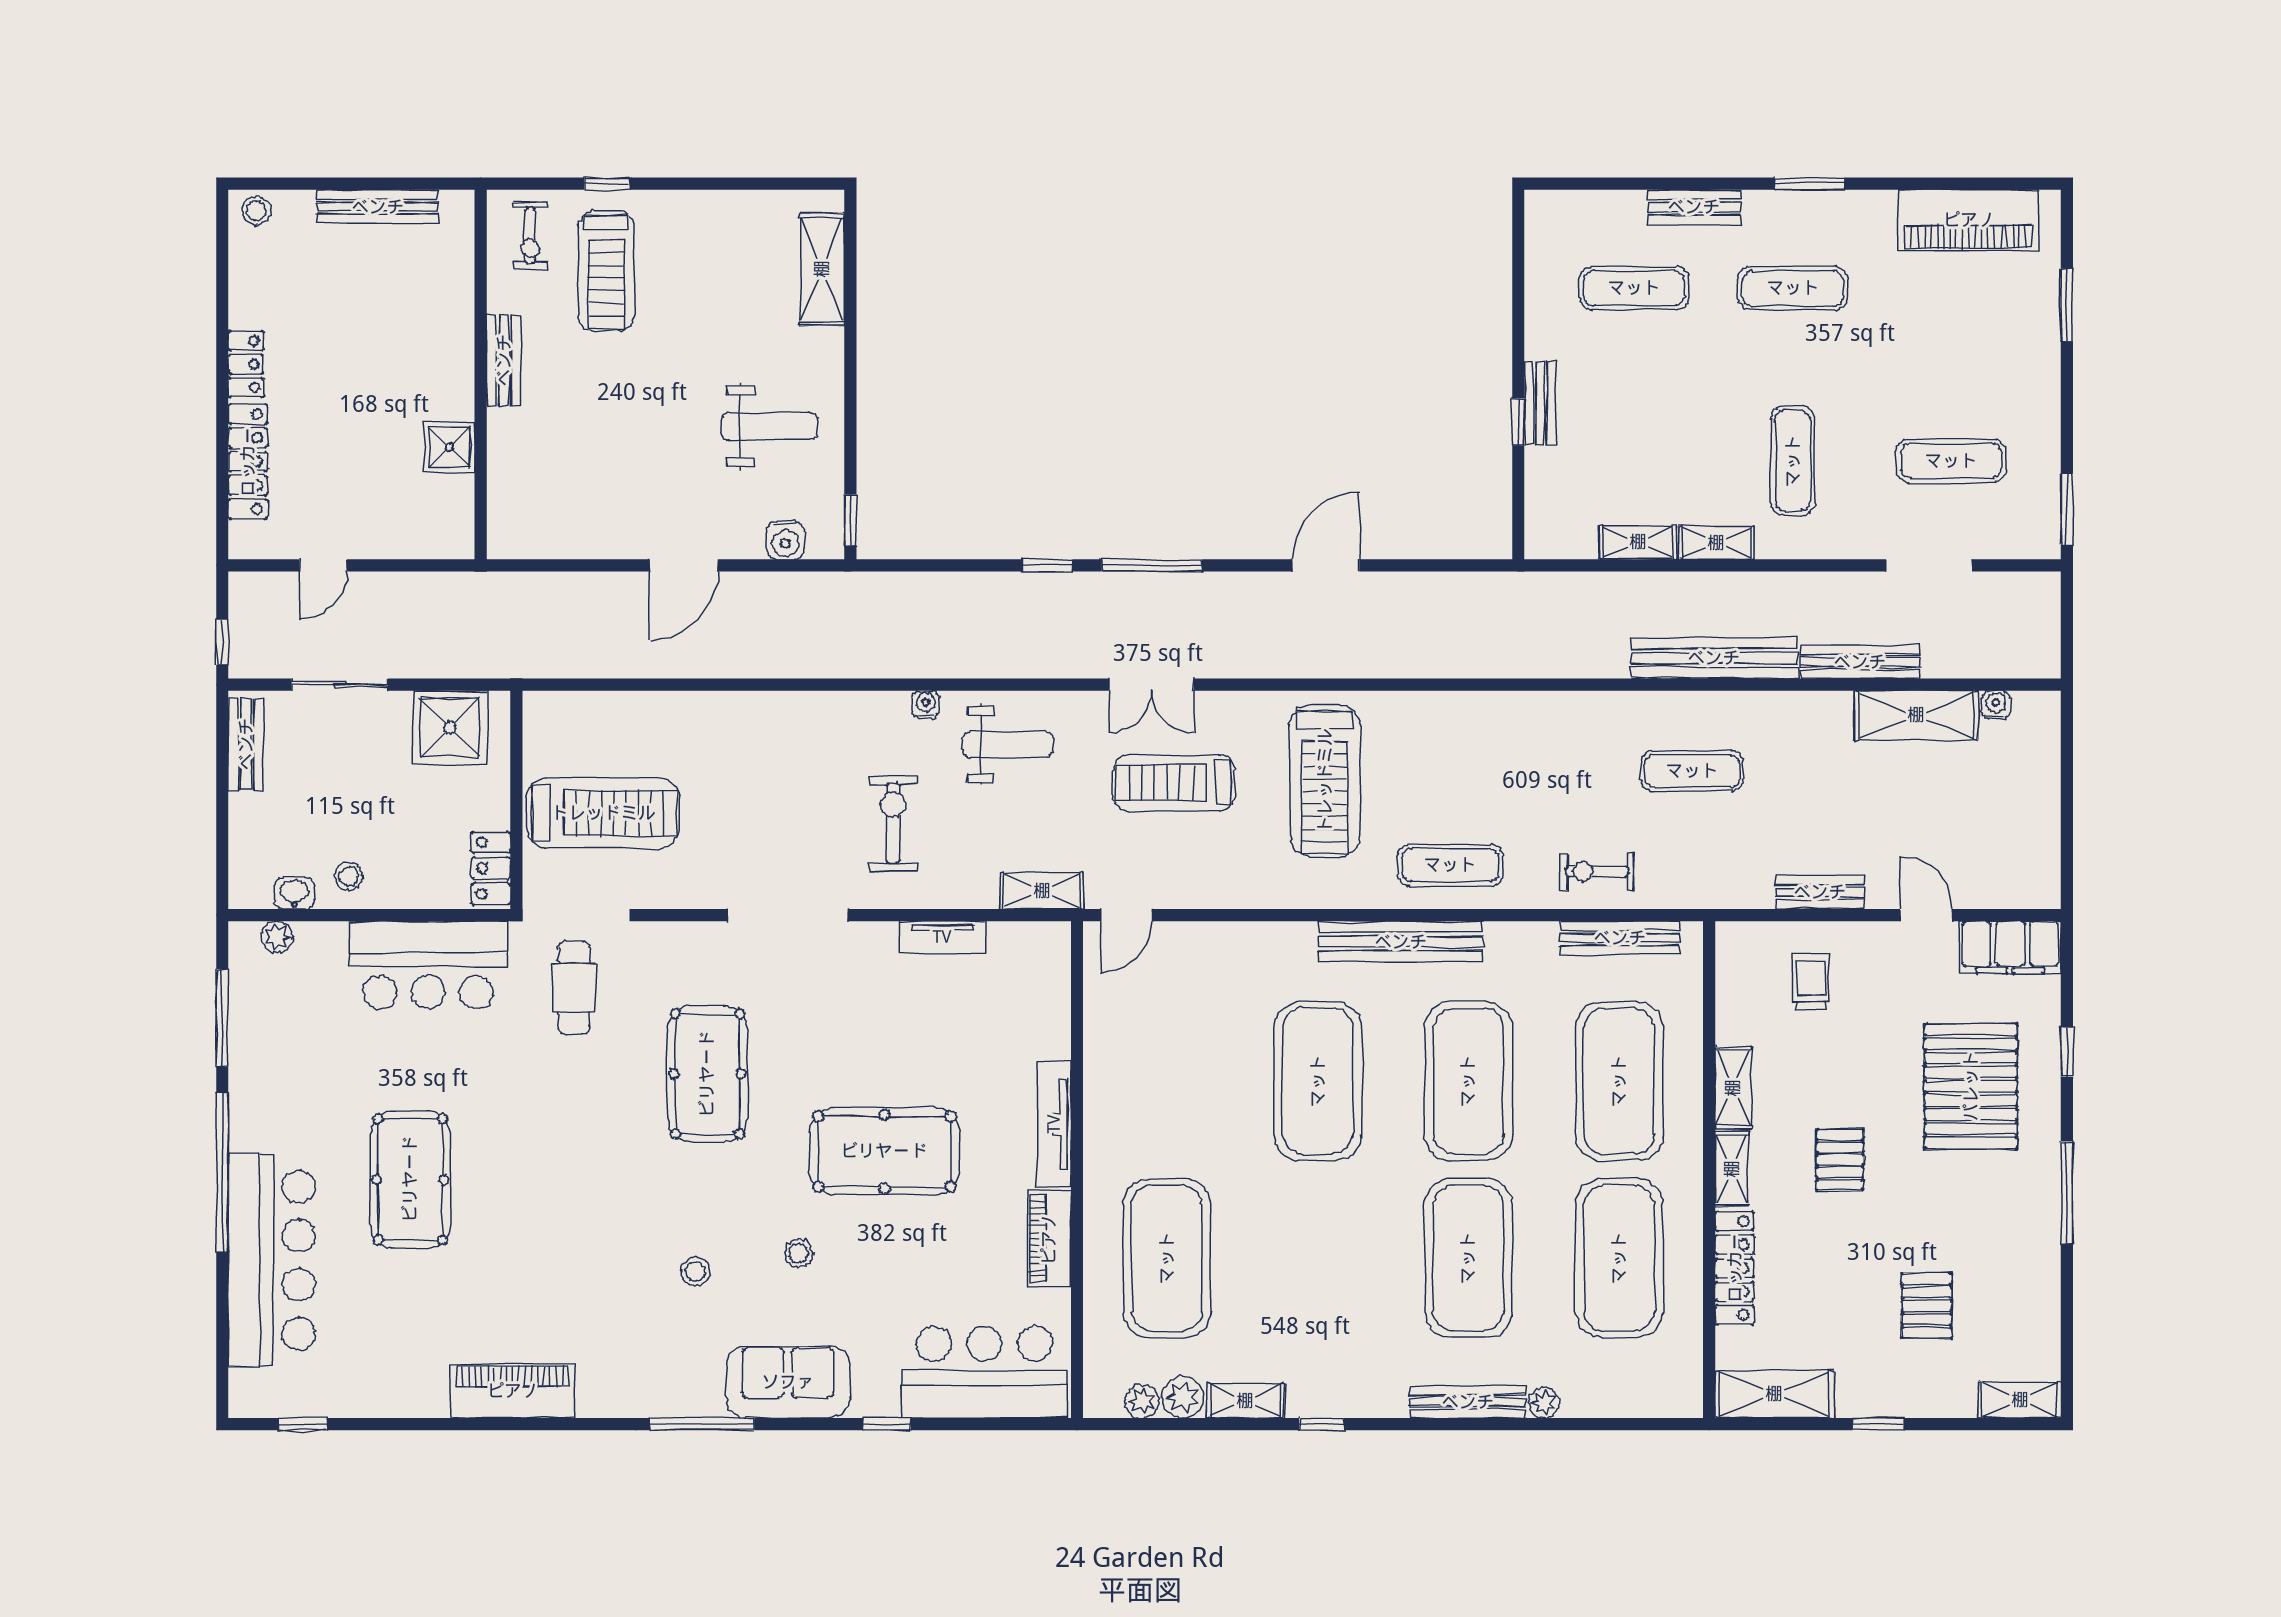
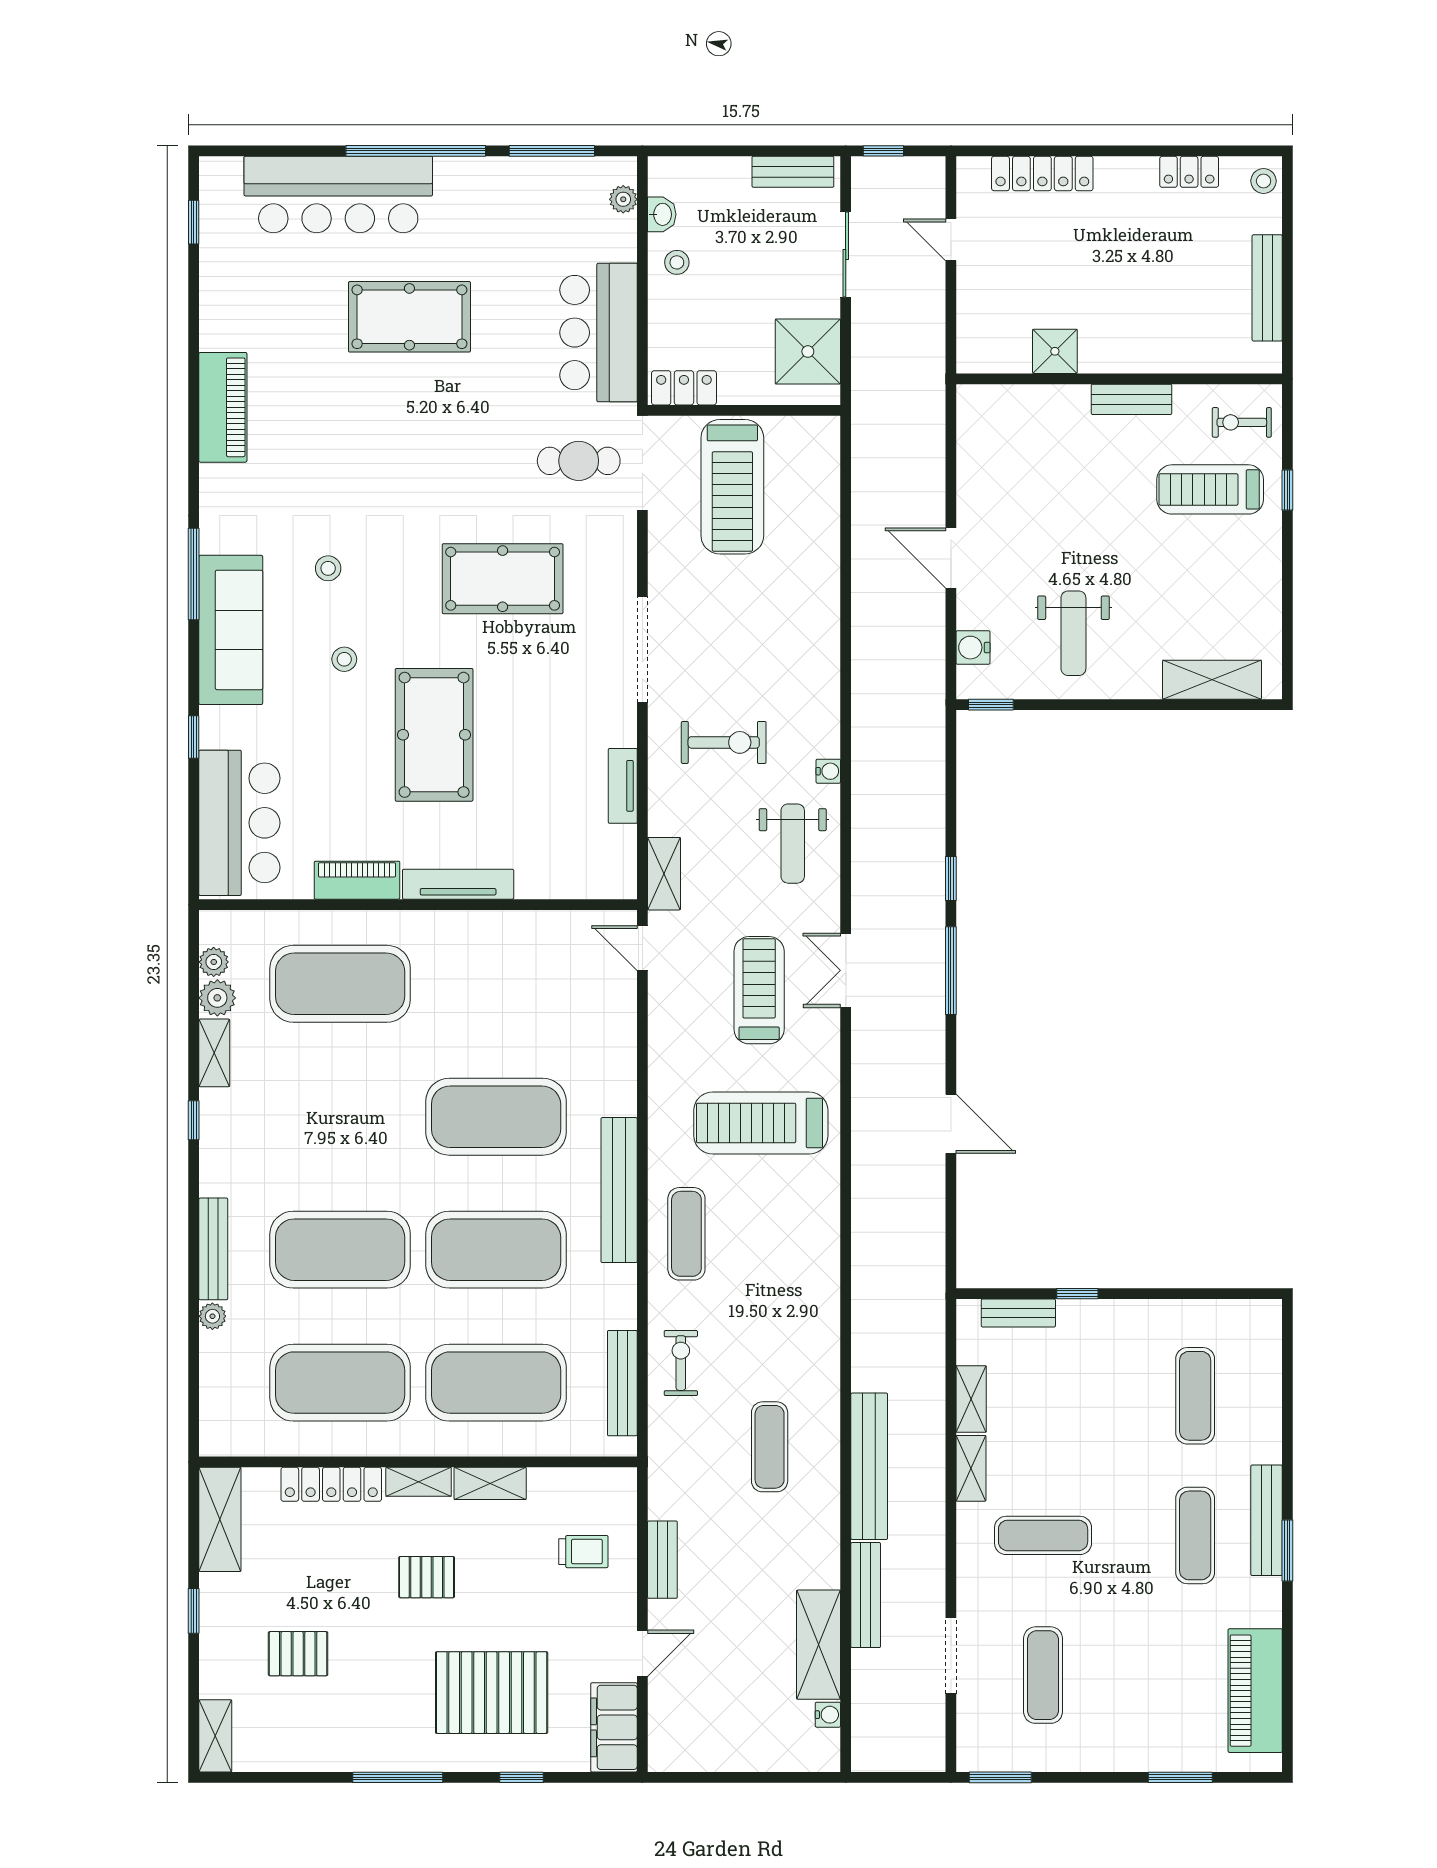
bench: (1694, 207) -> (1267, 1520), moved, width x1.36
locker: (246, 364) -> (1189, 172), moved
bench: (1540, 403) -> (1018, 1313), moved
sofa: (788, 1382) -> (231, 630), width x1.36

